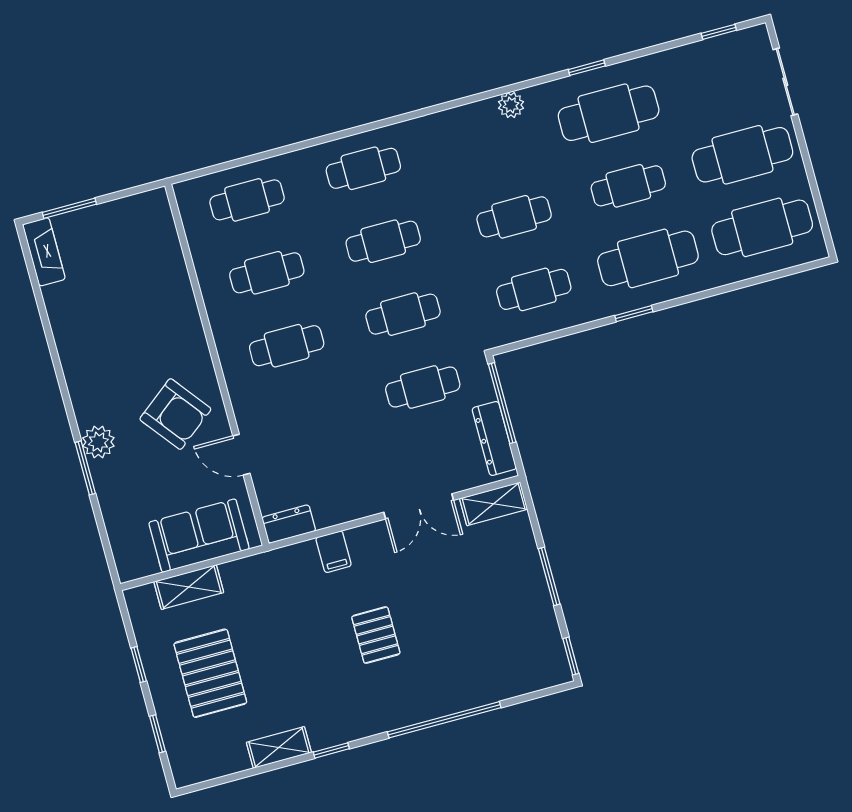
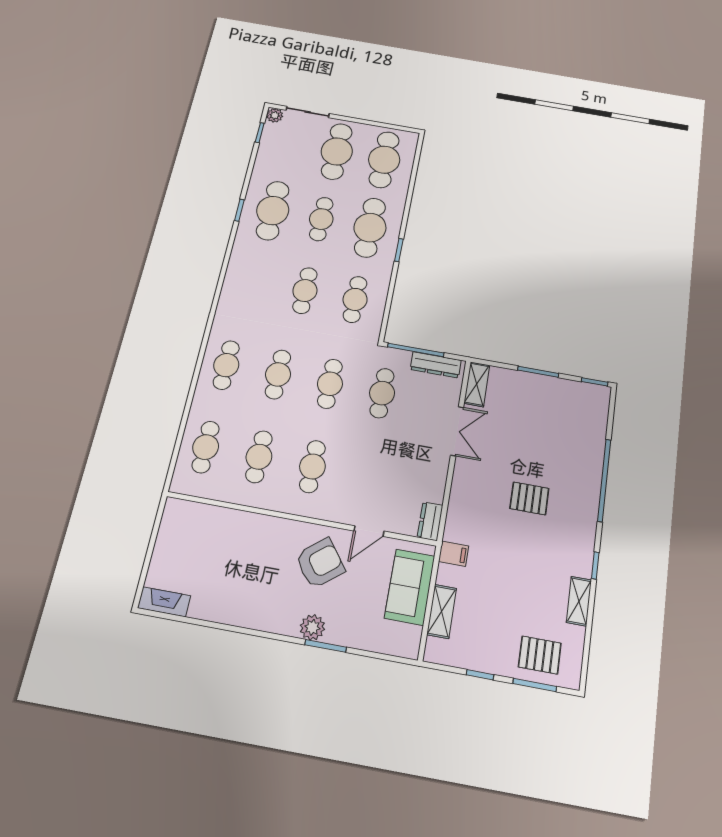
plant: (511, 105) -> (275, 115), moved
window: (69, 208) -> (145, 569), removed
filing cabinet: (334, 552) -> (454, 554), moved
pallet: (210, 673) -> (540, 655), moved, width x0.67, depth x0.71
window: (157, 734) -> (535, 685), width x1.50

